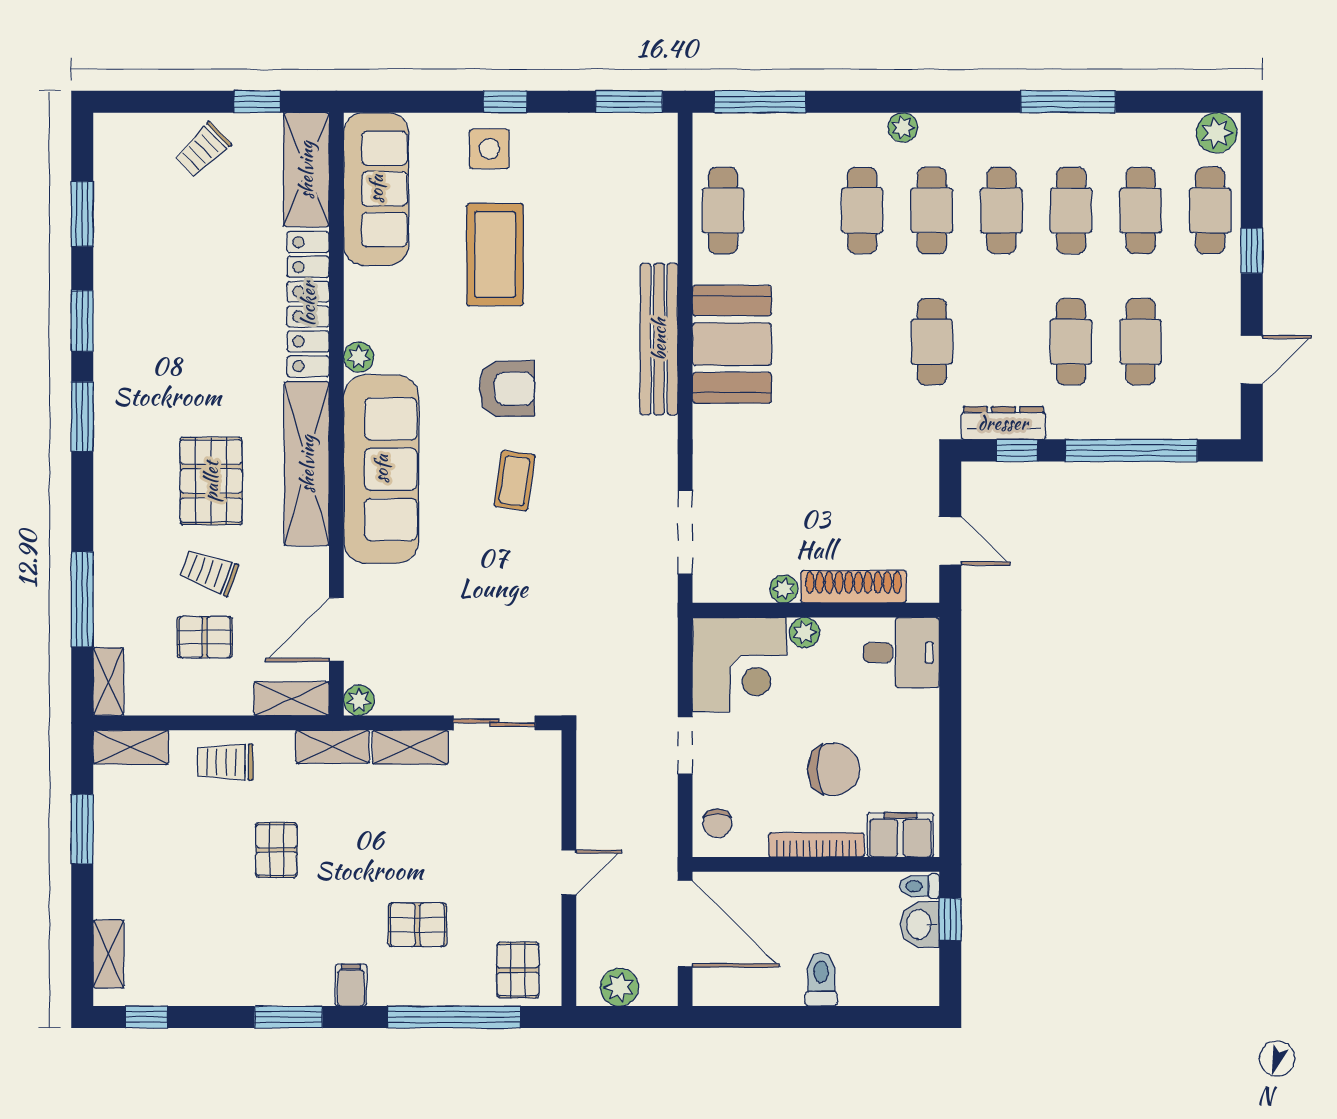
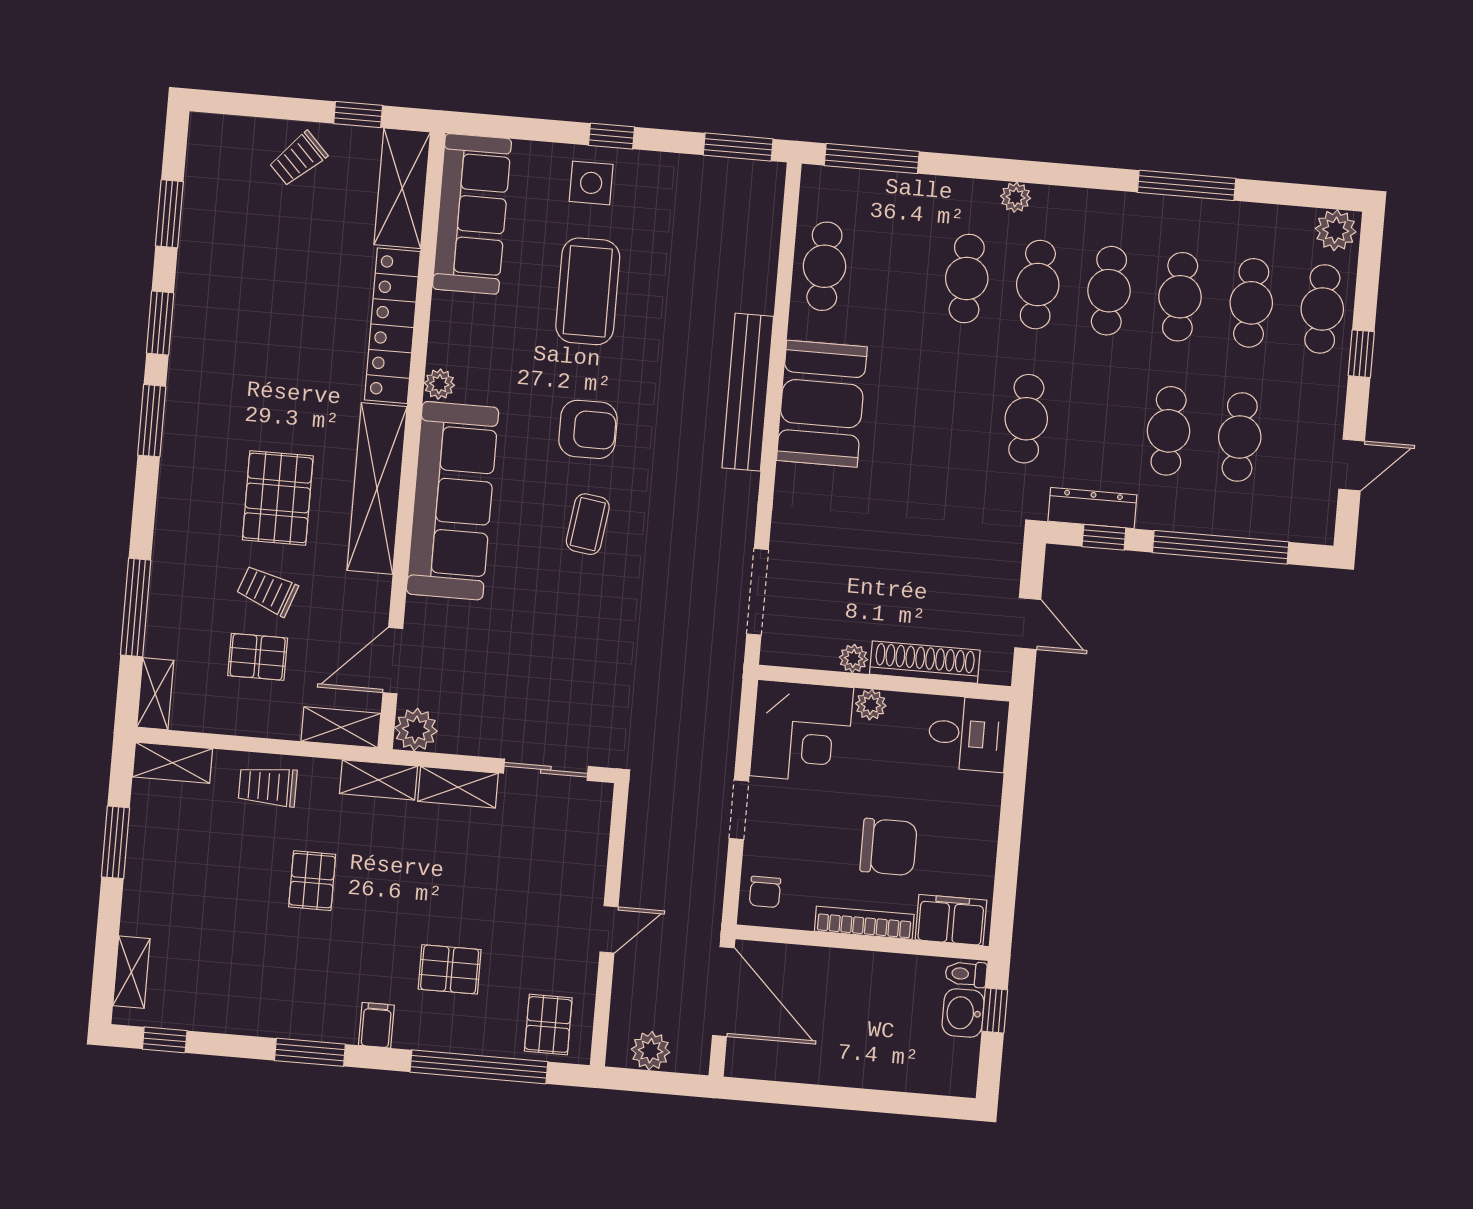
plant: (359, 700) -> (416, 730), width x1.38, depth x1.38
toilet: (821, 979) -> (857, 1061), removed

